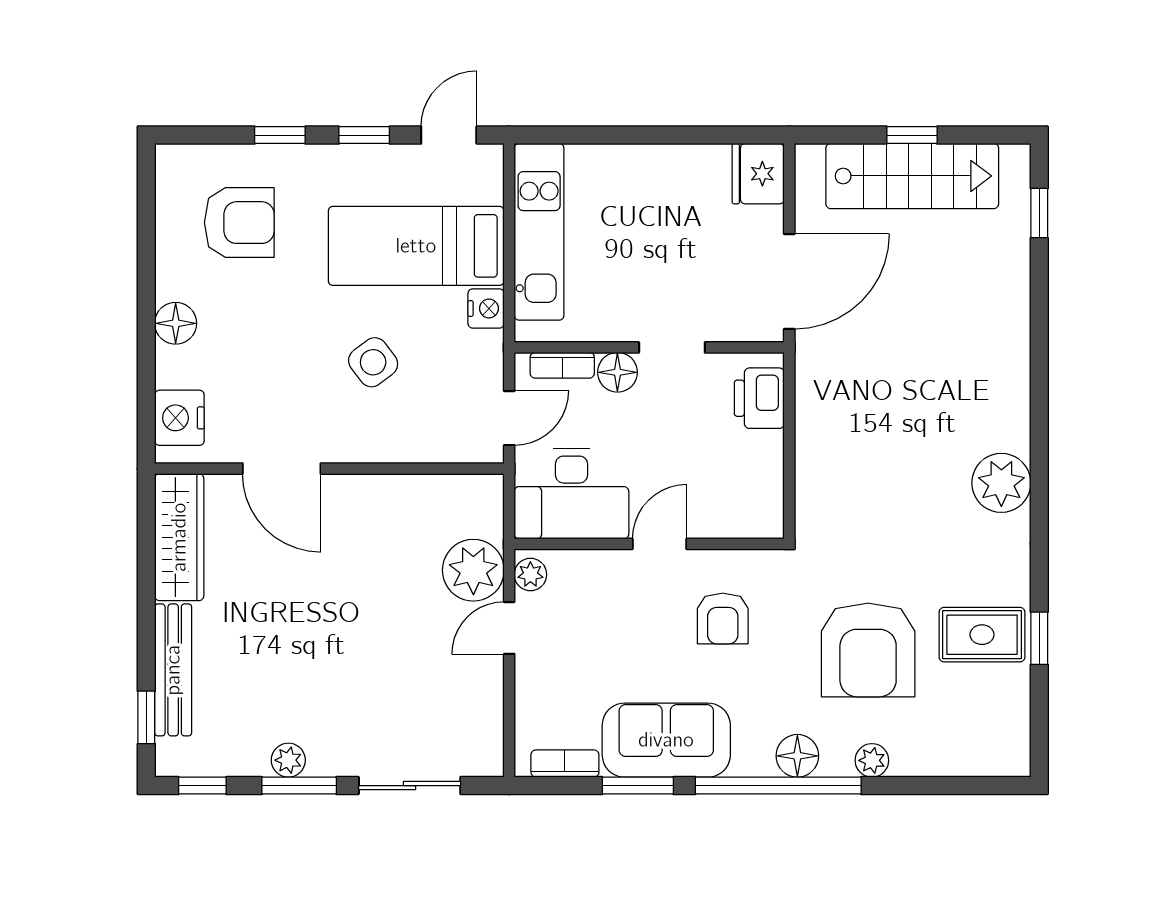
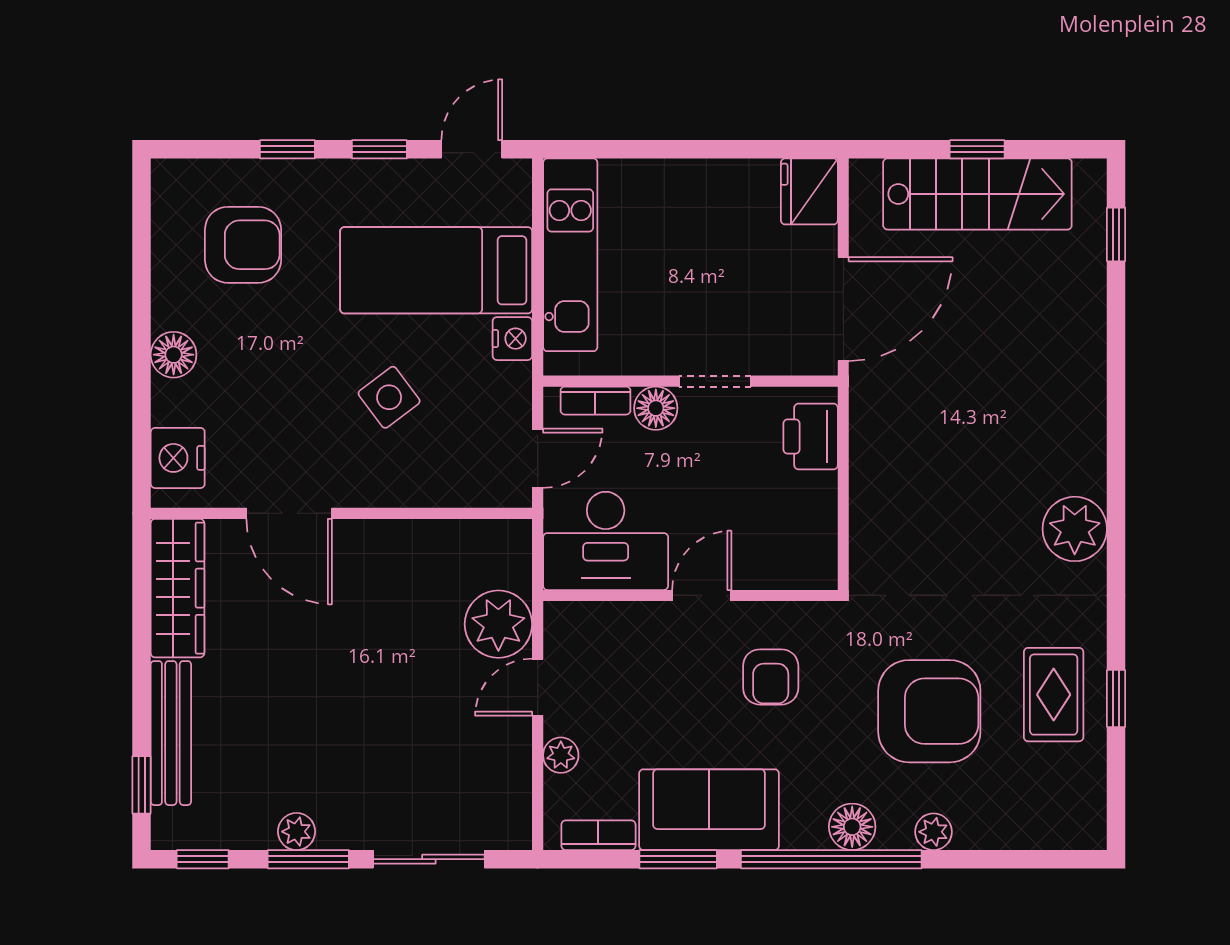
plant: (530, 575) -> (561, 755), moved
rug: (982, 635) -> (1054, 695), turned 90
armchair: (868, 650) -> (929, 711), turned -90

